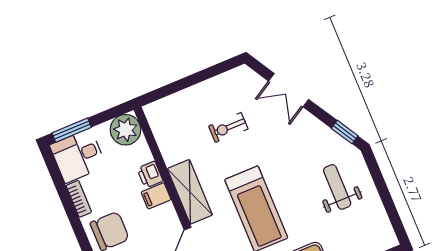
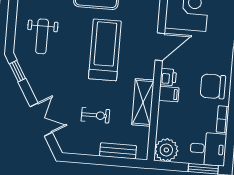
bench: (181, 100) -> (118, 151), added
printer: (150, 175) -> (168, 77), moved
shelving: (190, 192) -> (143, 102), moved

